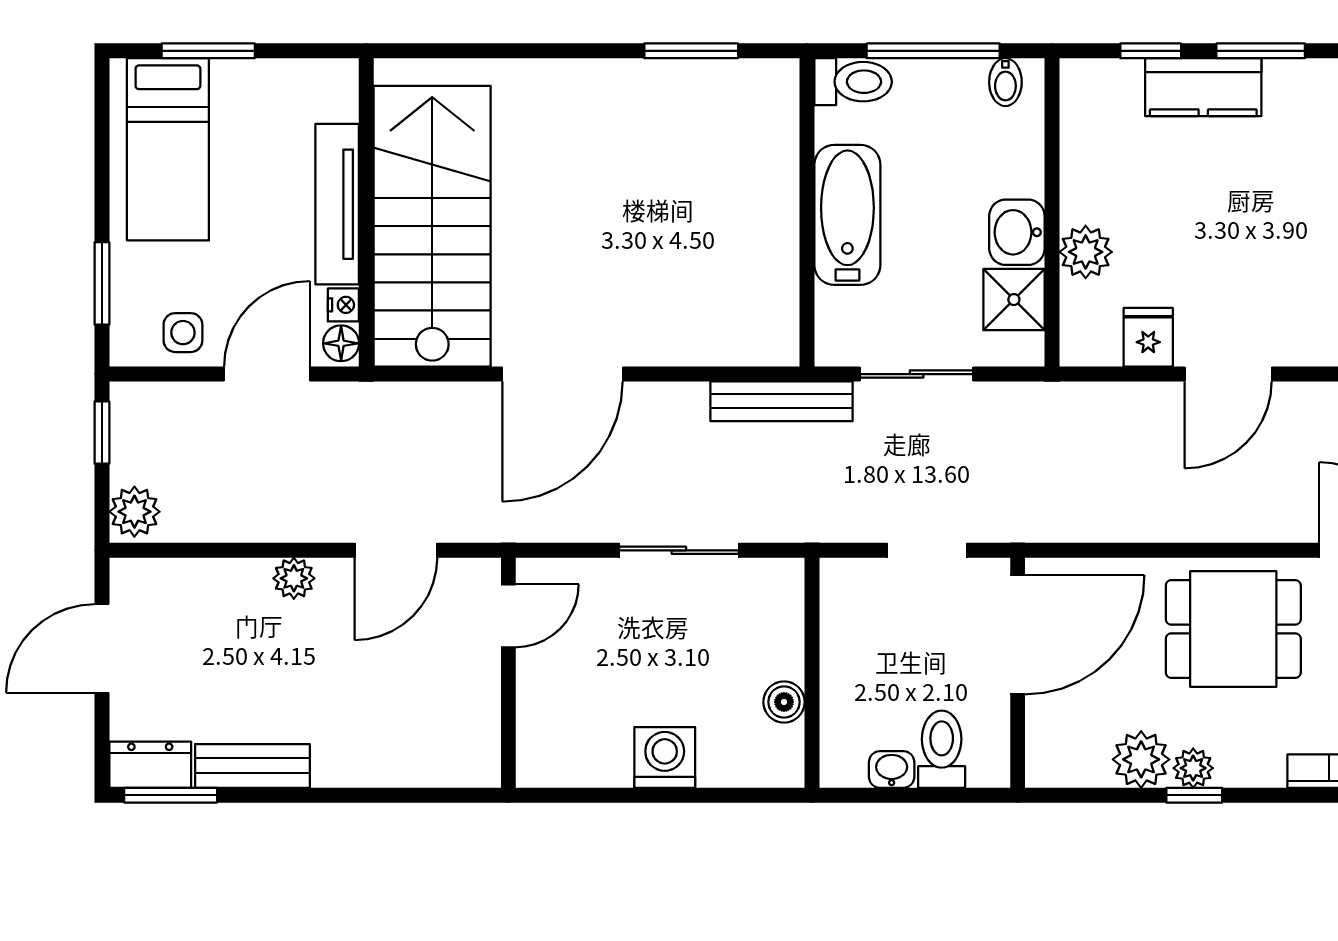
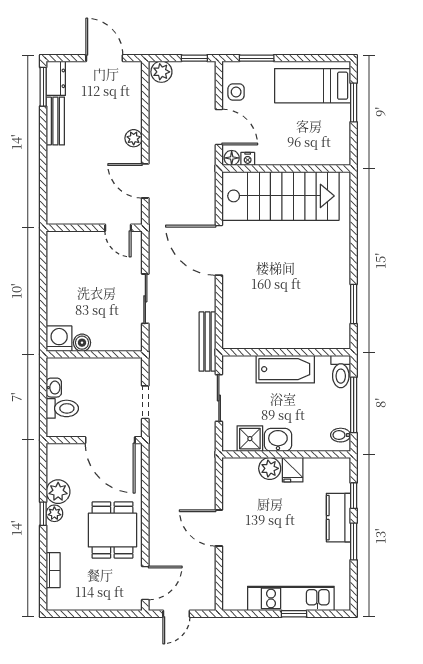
tv unit: (337, 204) -> (290, 156), removed
fridge: (1148, 337) -> (293, 470), moved, turned 90
washing machine: (665, 757) -> (59, 339), moved, turned -90

